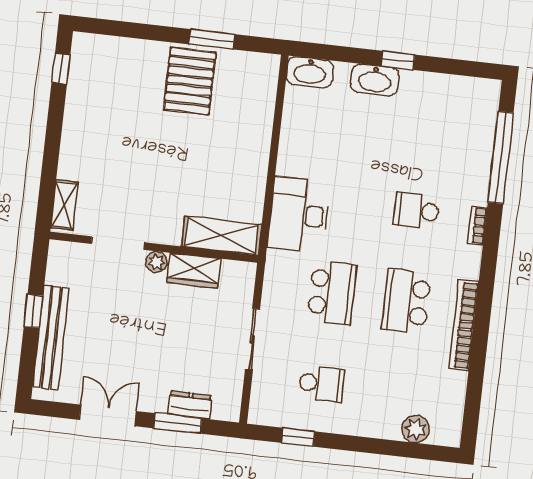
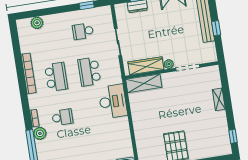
plant: (475, 189) -> (40, 133), added
shelving: (64, 205) -> (219, 99), moved
wardrobe: (194, 271) -> (146, 66), width x1.50

